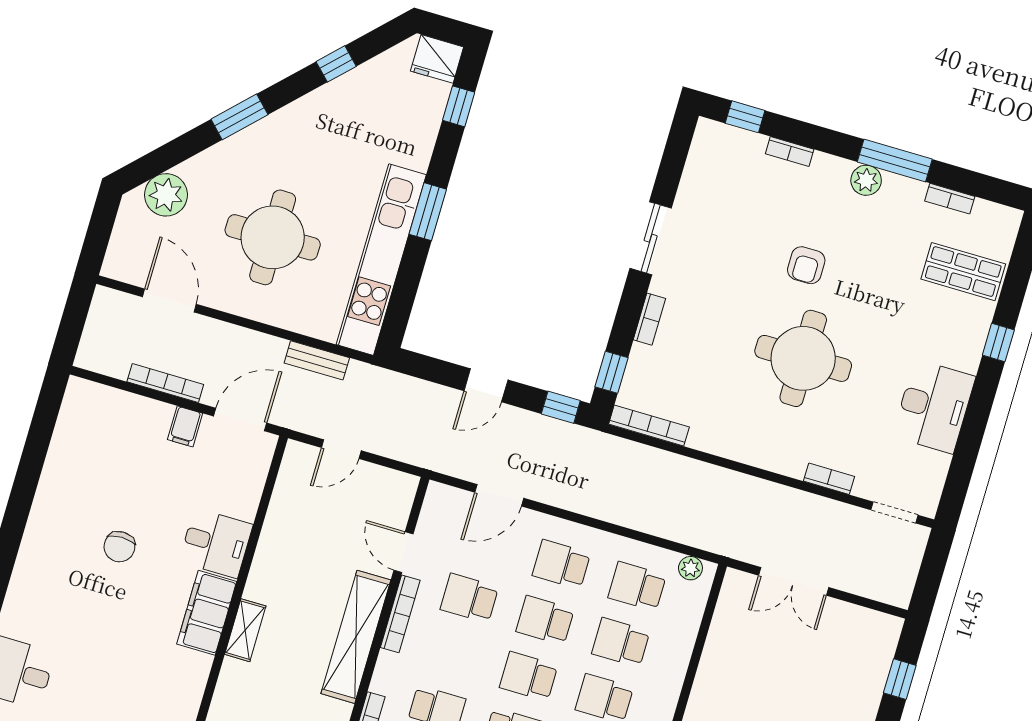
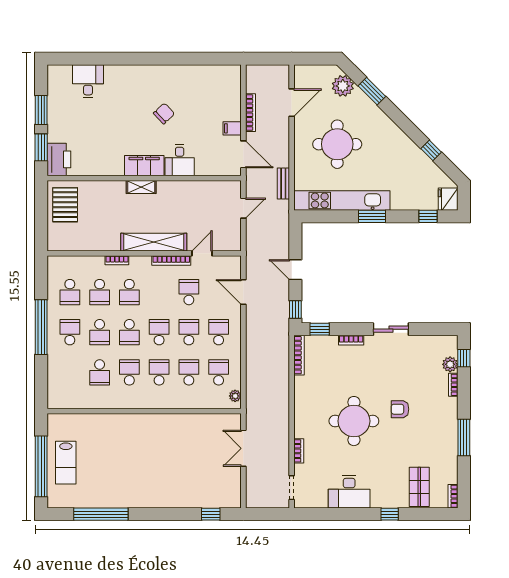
window: (239, 117) -> (372, 91), moved
plant: (866, 180) -> (450, 364), moved
bookcase: (950, 199) -> (453, 496), moved
door: (341, 449) -> (243, 208), swing flipped
chair: (119, 547) -> (164, 113), turned 137

